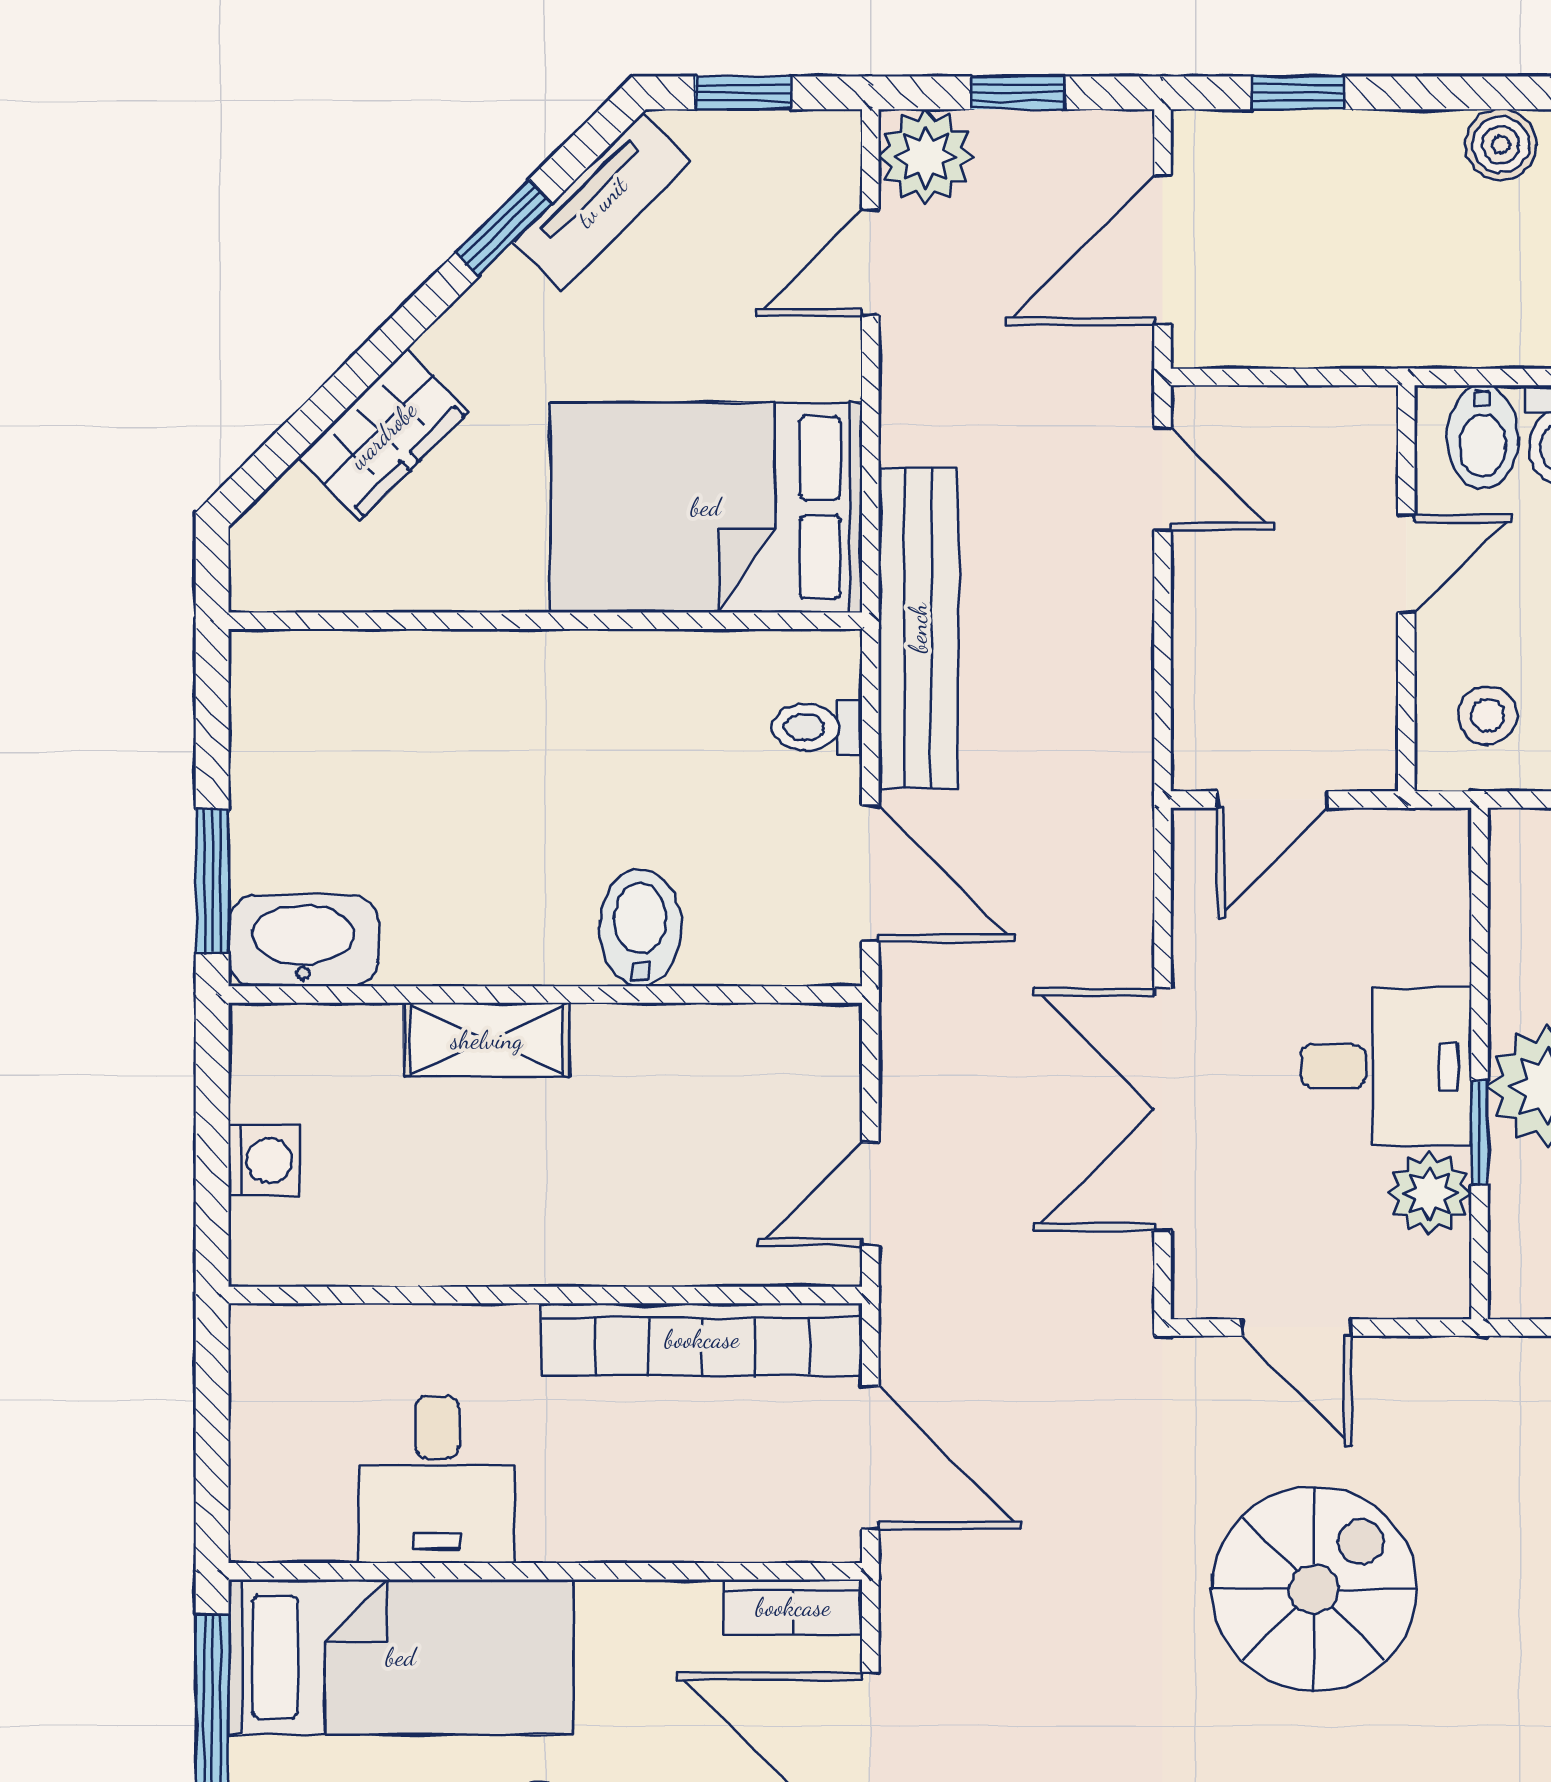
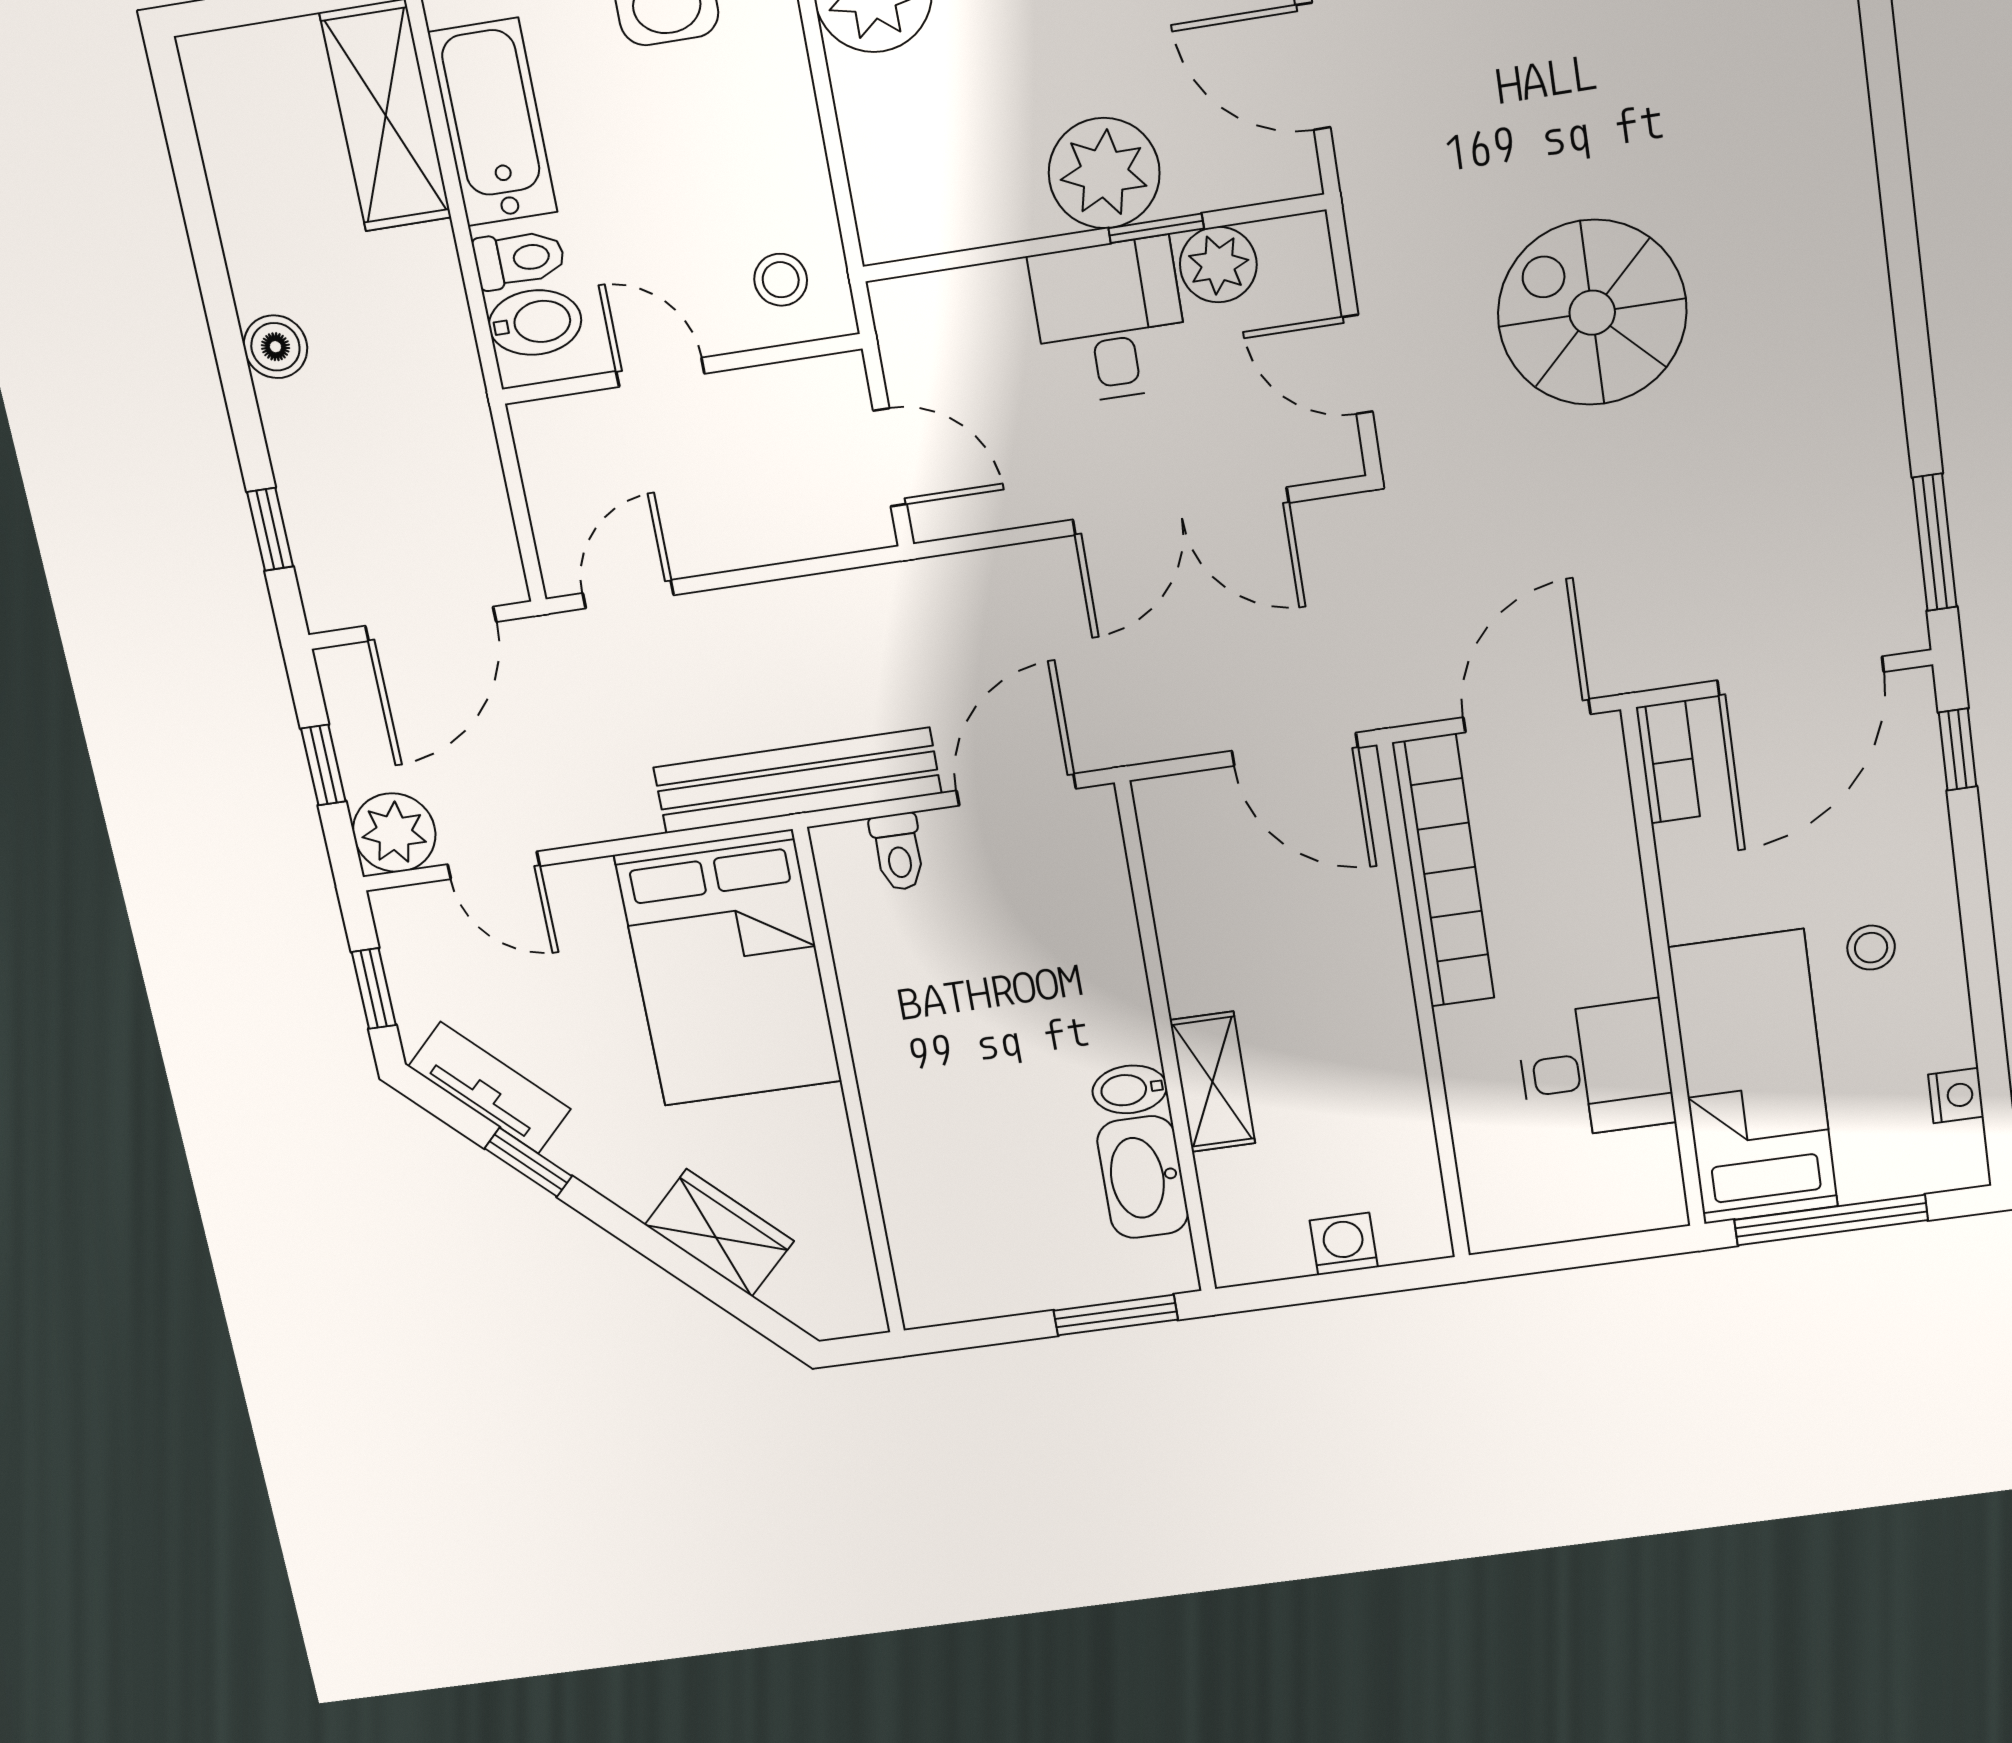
door: (1163, 250) -> (431, 624), hinge flipped
bidet: (640, 927) -> (1130, 1089), moved, width x0.72, depth x0.74
washbasin: (303, 941) -> (1143, 1177), moved
door: (870, 1194) -> (1295, 749), width x1.38
door: (1296, 1327) -> (1357, 364), swing flipped

